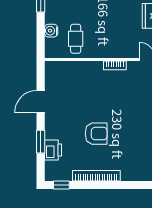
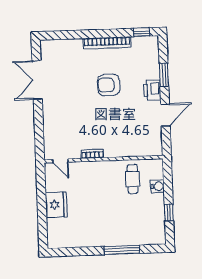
printer: (53, 150) -> (152, 90), moved

